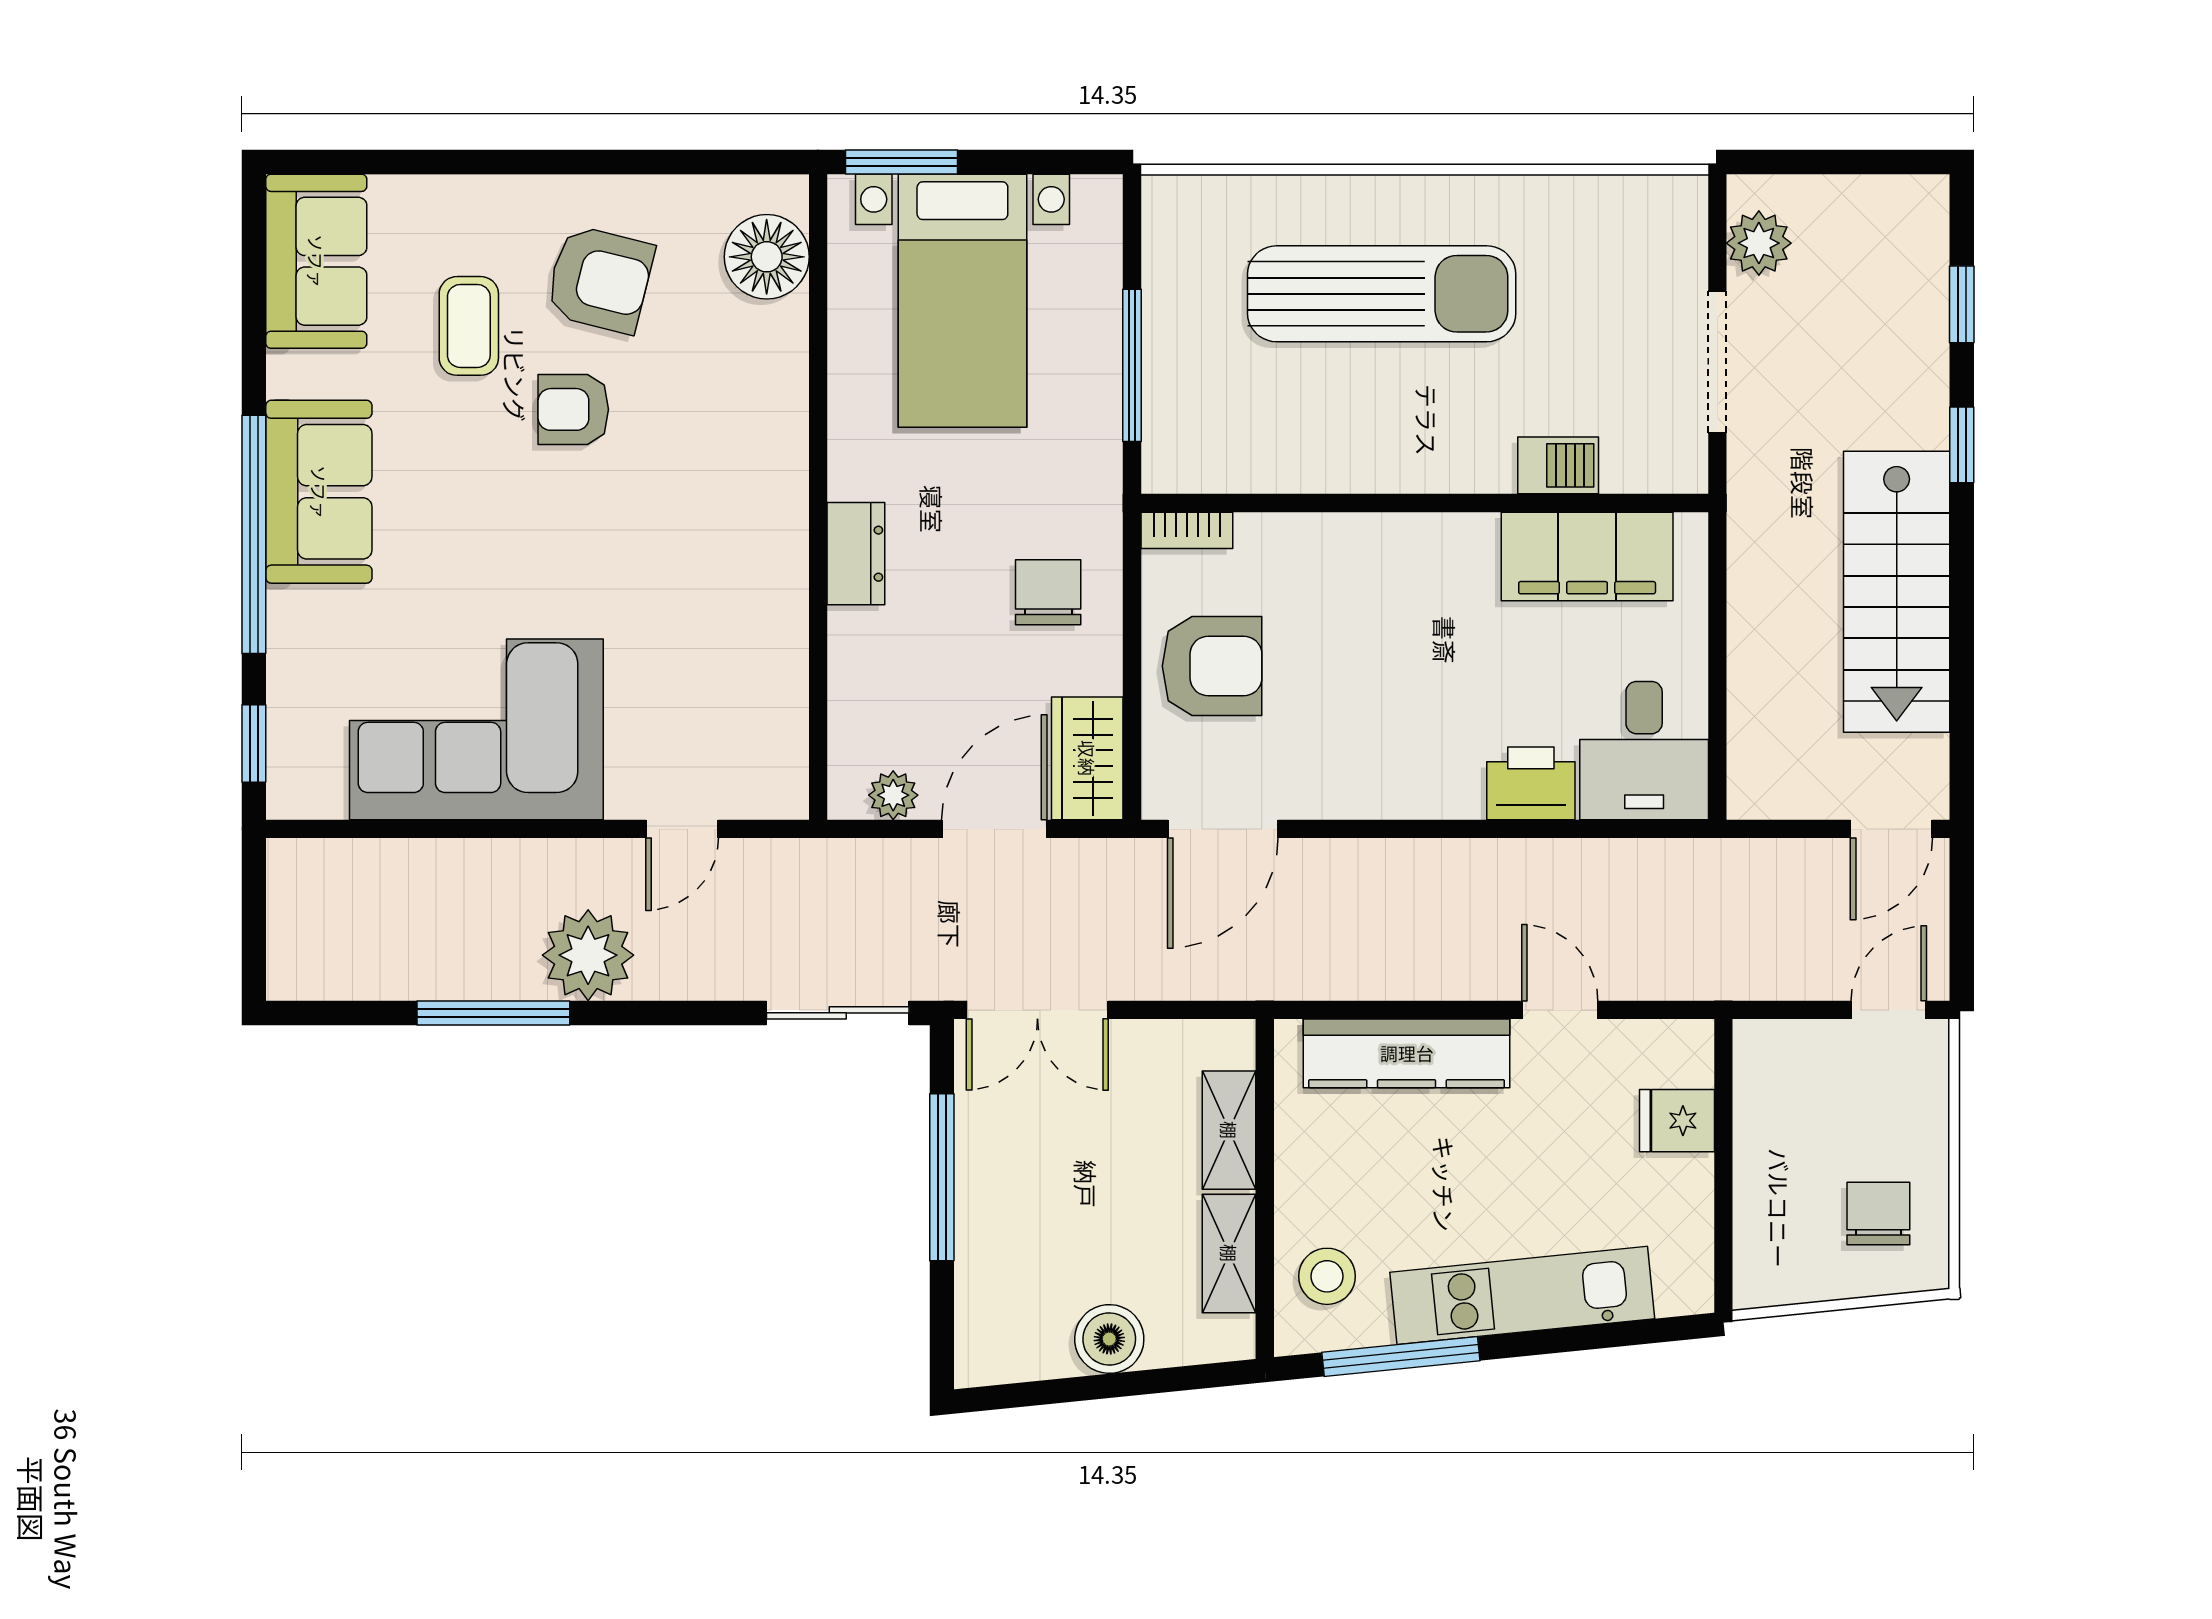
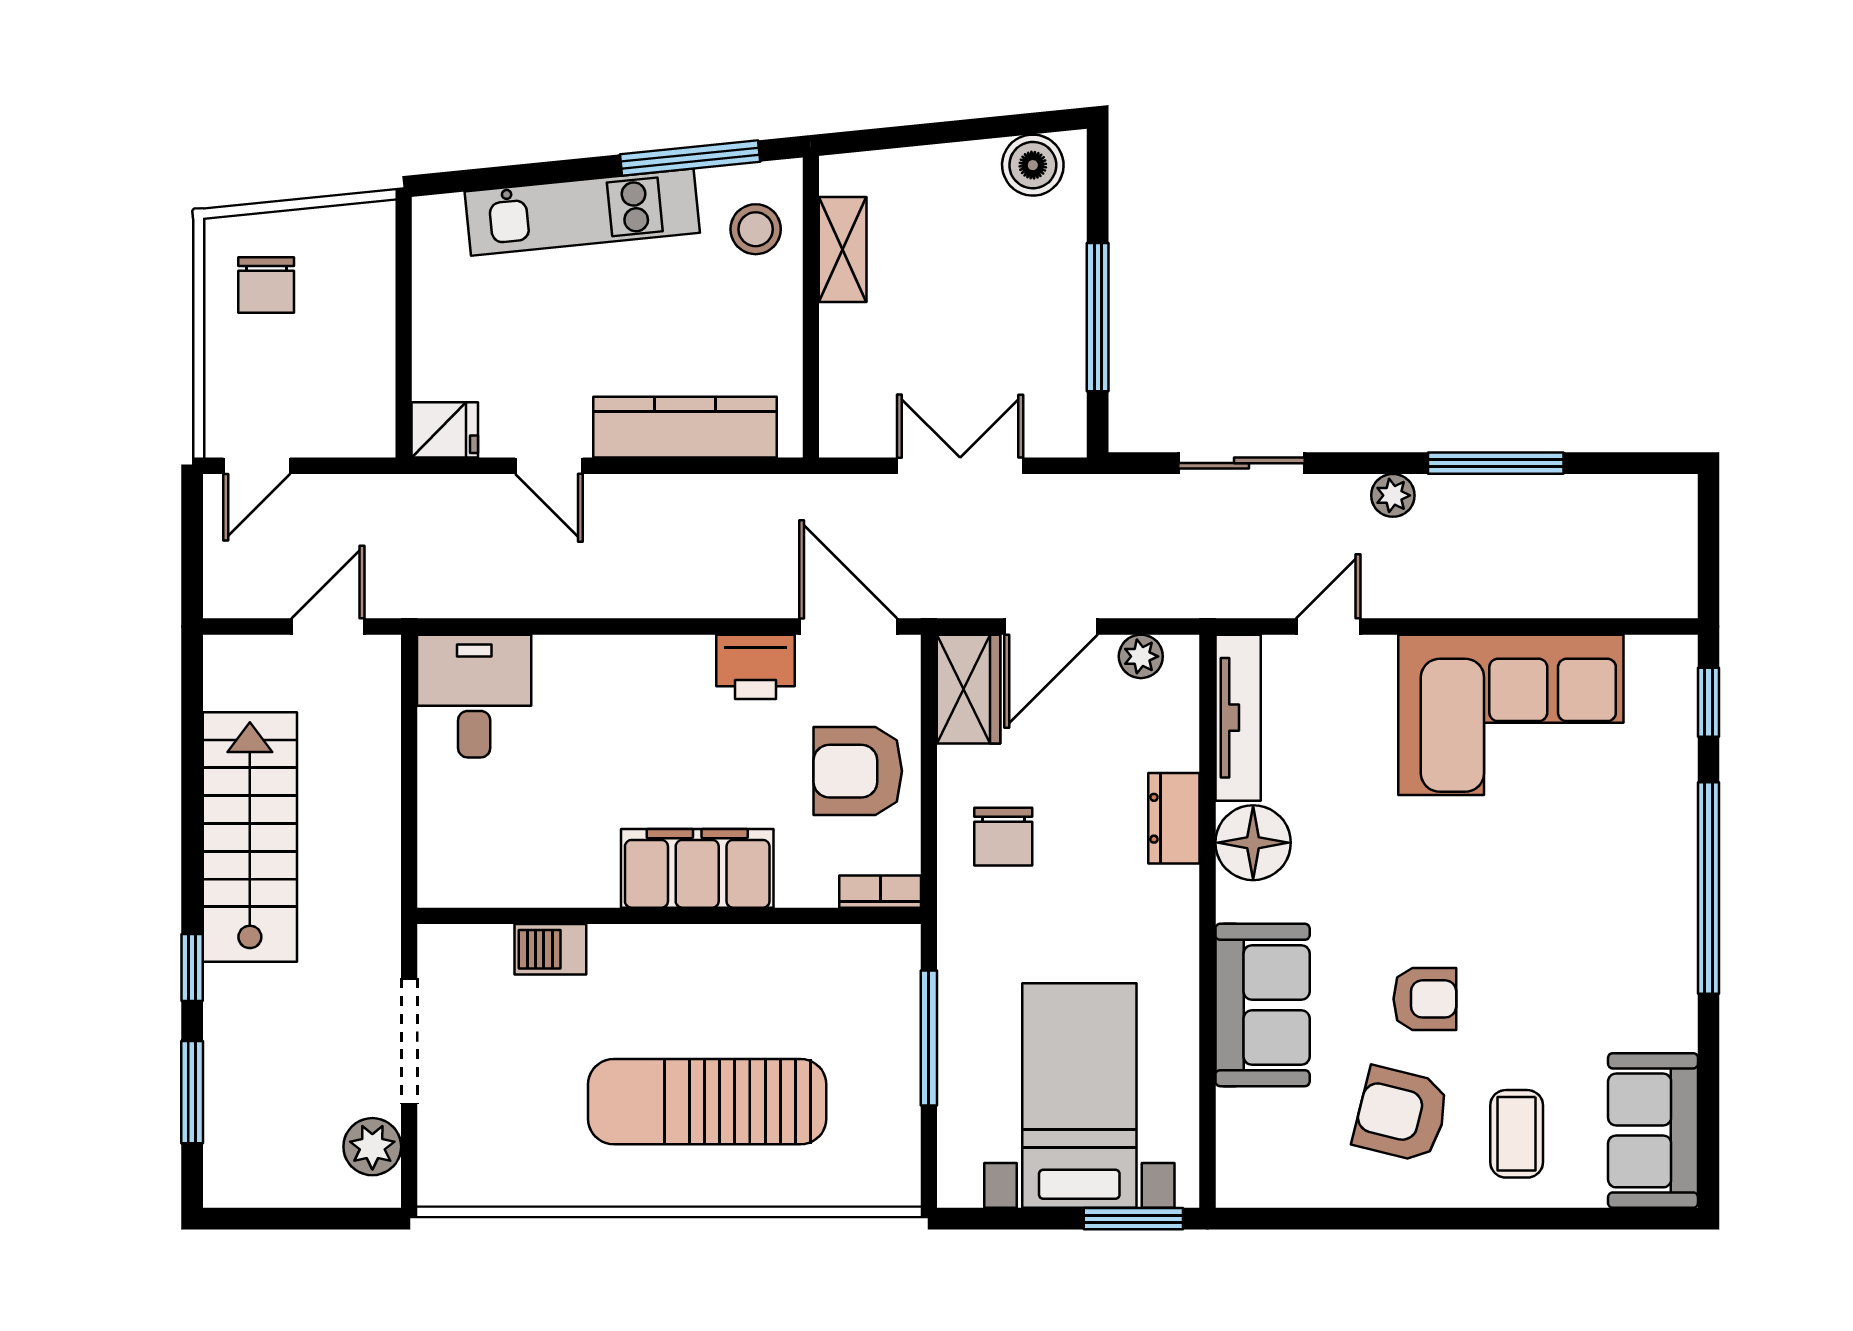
floor lamp: (767, 257) -> (1253, 843), moved
window: (1962, 304) -> (192, 1092), width x1.50
coffee table: (469, 326) -> (1517, 1134), moved
sofa: (319, 492) -> (1263, 1005), moved, turned 180
dresser: (856, 554) -> (1174, 818), moved
filing cabinet: (1587, 557) -> (697, 868), moved
tv unit: (784, 726) -> (1238, 718), added
printer: (1531, 783) -> (755, 667), moved
door: (1223, 829) -> (848, 626), hinge flipped
door: (1891, 829) -> (328, 626), moved
plant: (588, 955) -> (1393, 495), width x0.53, depth x0.53
double door: (1037, 1010) -> (960, 466), moved
sliding door: (838, 1013) -> (1242, 463), moved
fridge: (1677, 1121) -> (445, 430), moved
shelving: (1229, 1130) -> (843, 359), removed
boiler: (1109, 1339) -> (1033, 165), moved

